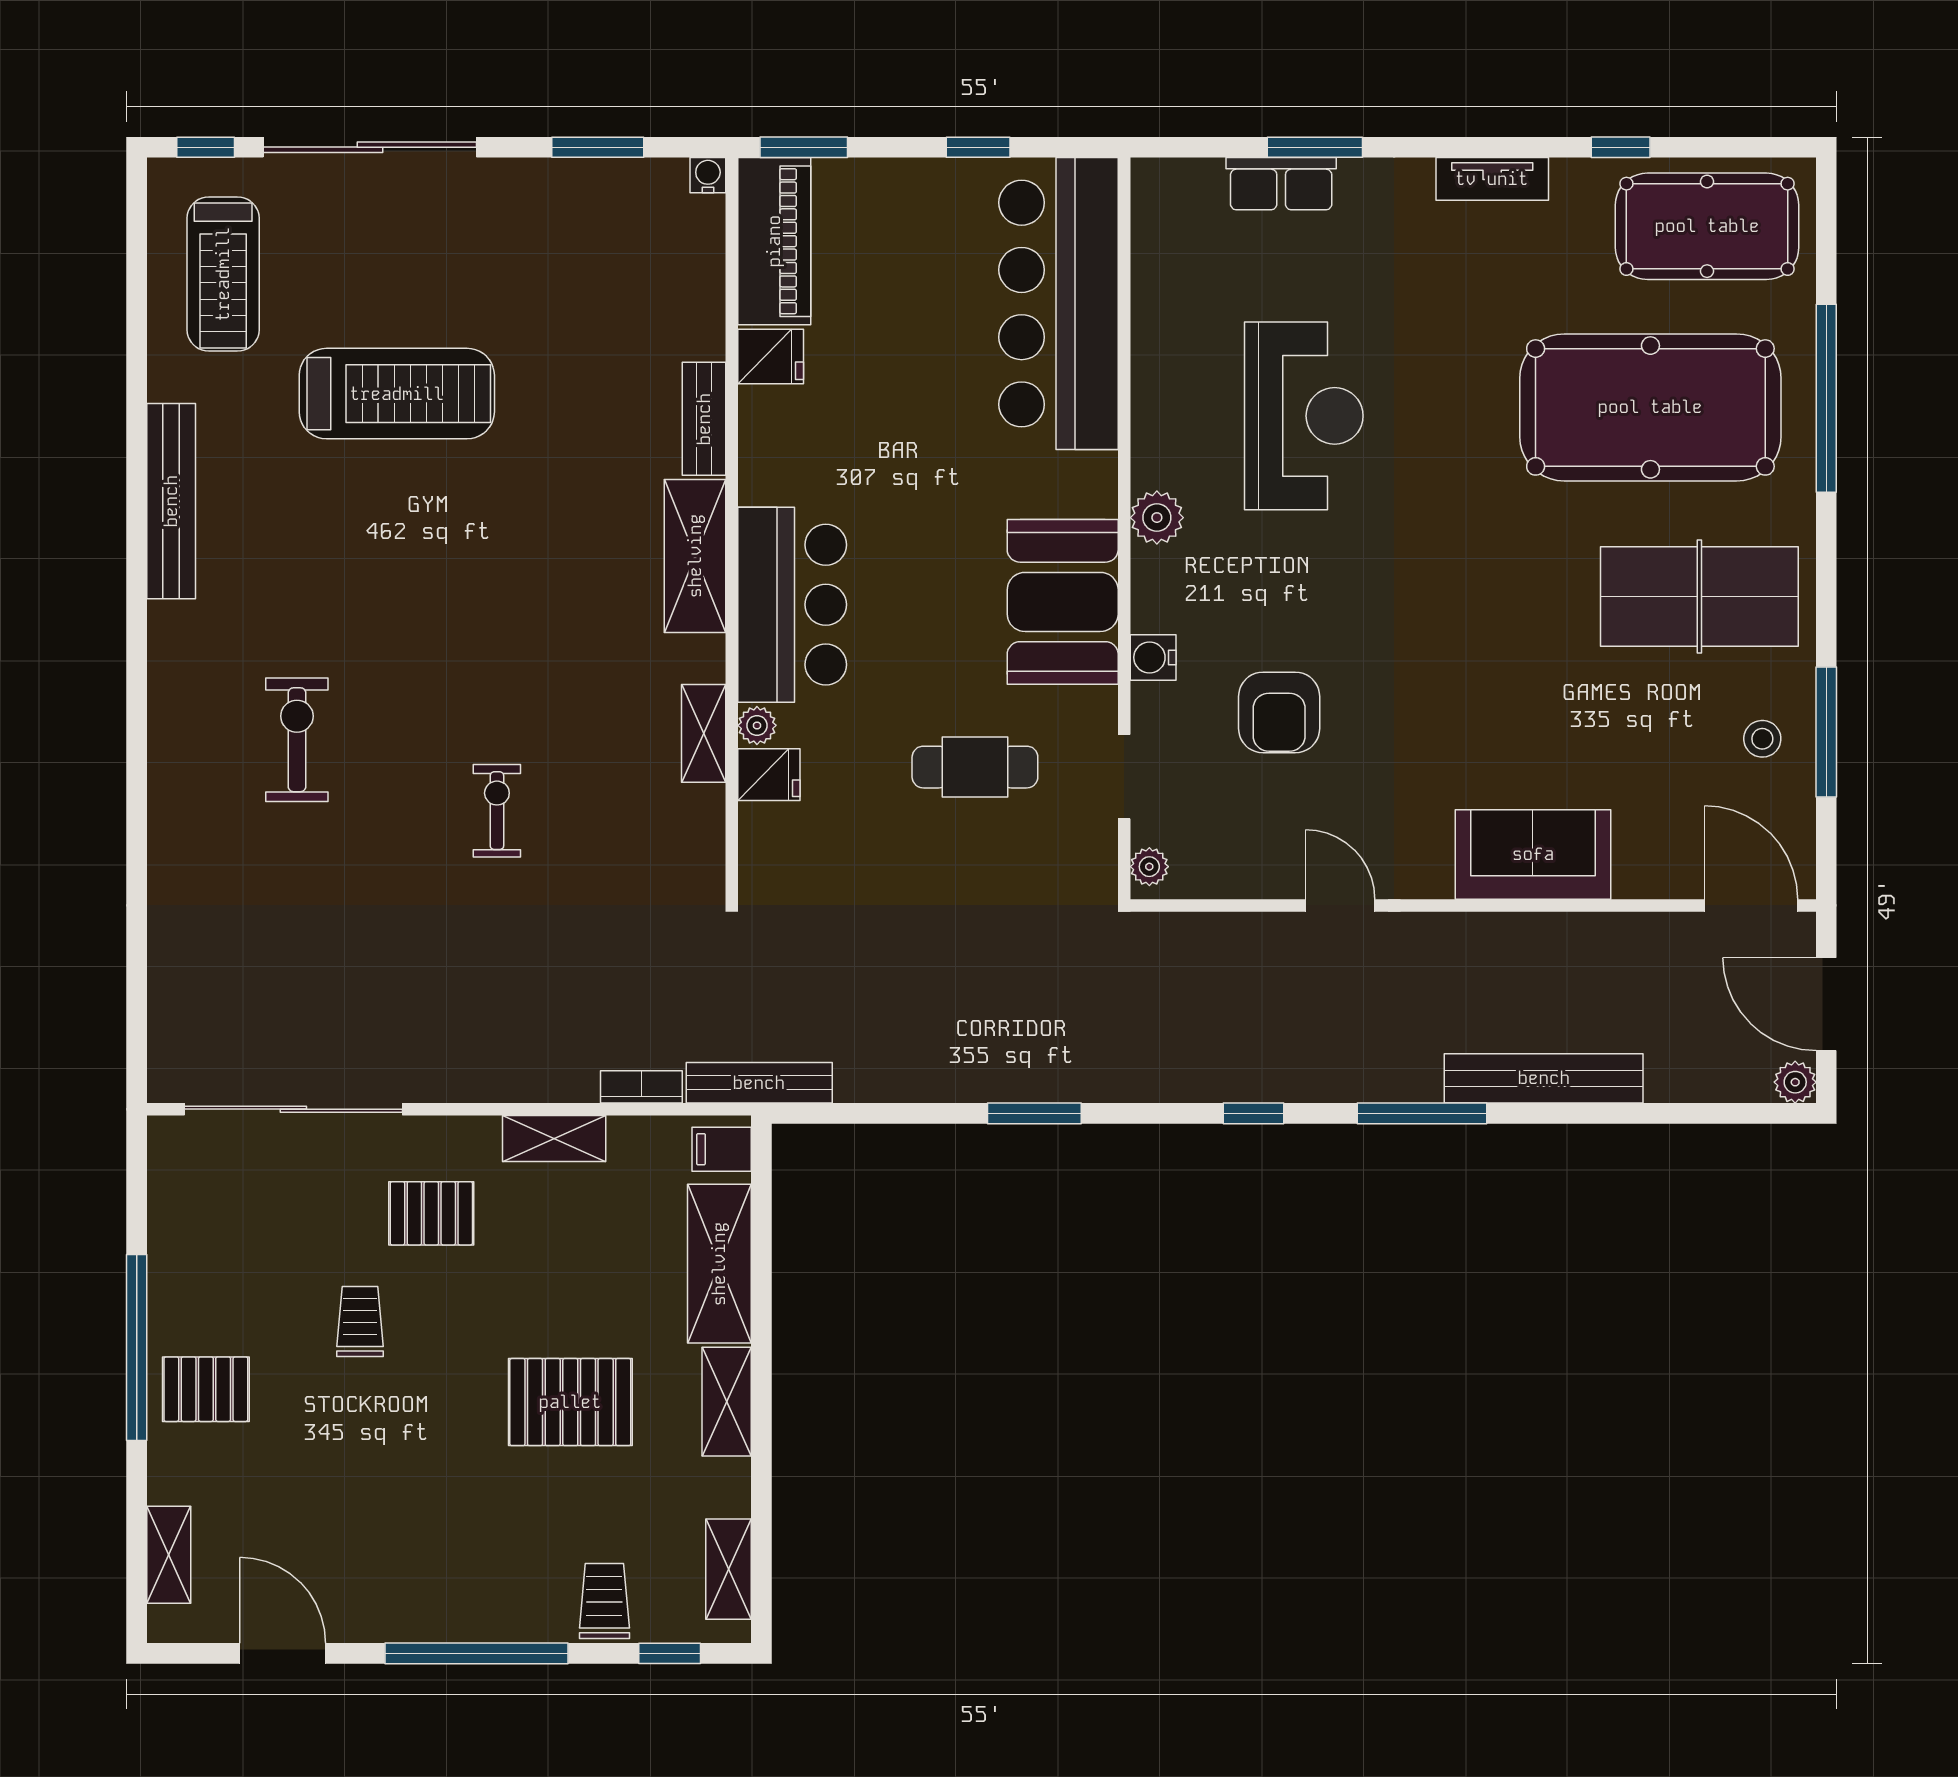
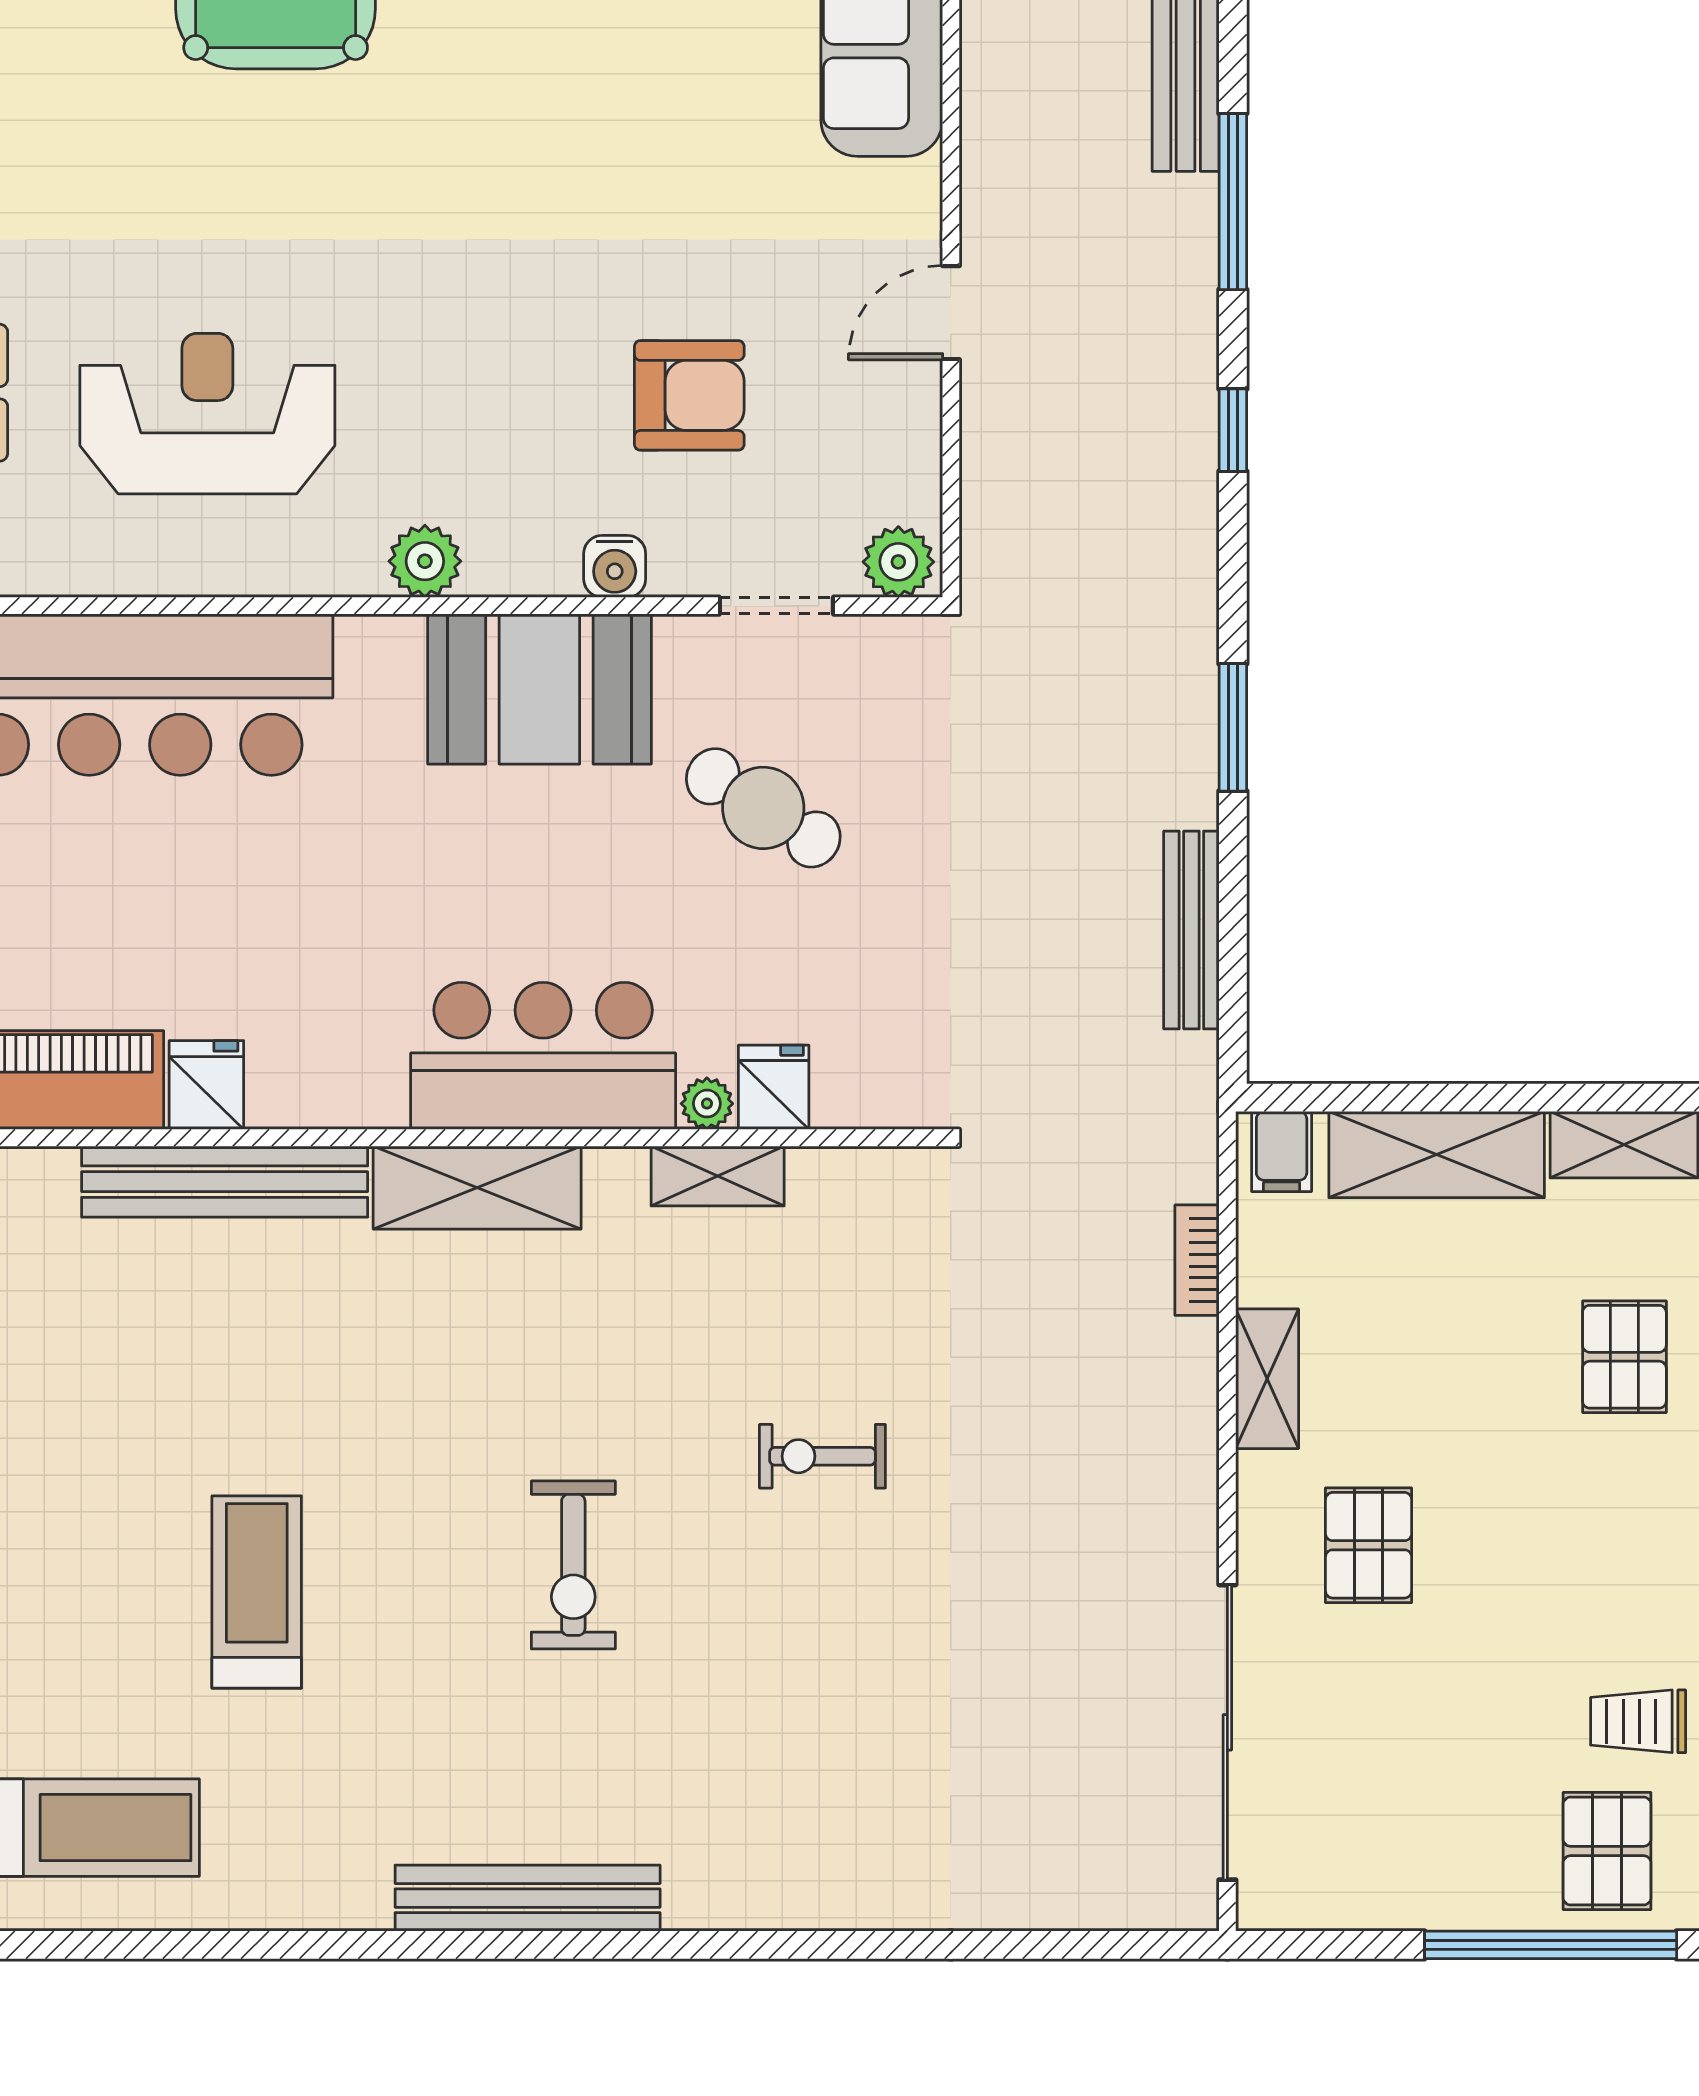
treadmill: (397, 394) -> (257, 1592), width x0.73, depth x0.73
reception desk: (1304, 416) -> (207, 414), moved
bench: (704, 419) -> (225, 1182), width x1.86, depth x1.21
bench: (171, 501) -> (528, 1898), moved
exercise bike: (297, 740) -> (573, 1565), moved, turned -90
cafe table: (975, 767) -> (763, 808), turned -58
plant: (1149, 867) -> (898, 562), width x1.38, depth x1.38
bench: (759, 1083) -> (1191, 930), moved
trolley: (360, 1321) -> (1638, 1721), moved
pallet: (570, 1402) -> (1624, 1357), width x0.67, depth x0.71

